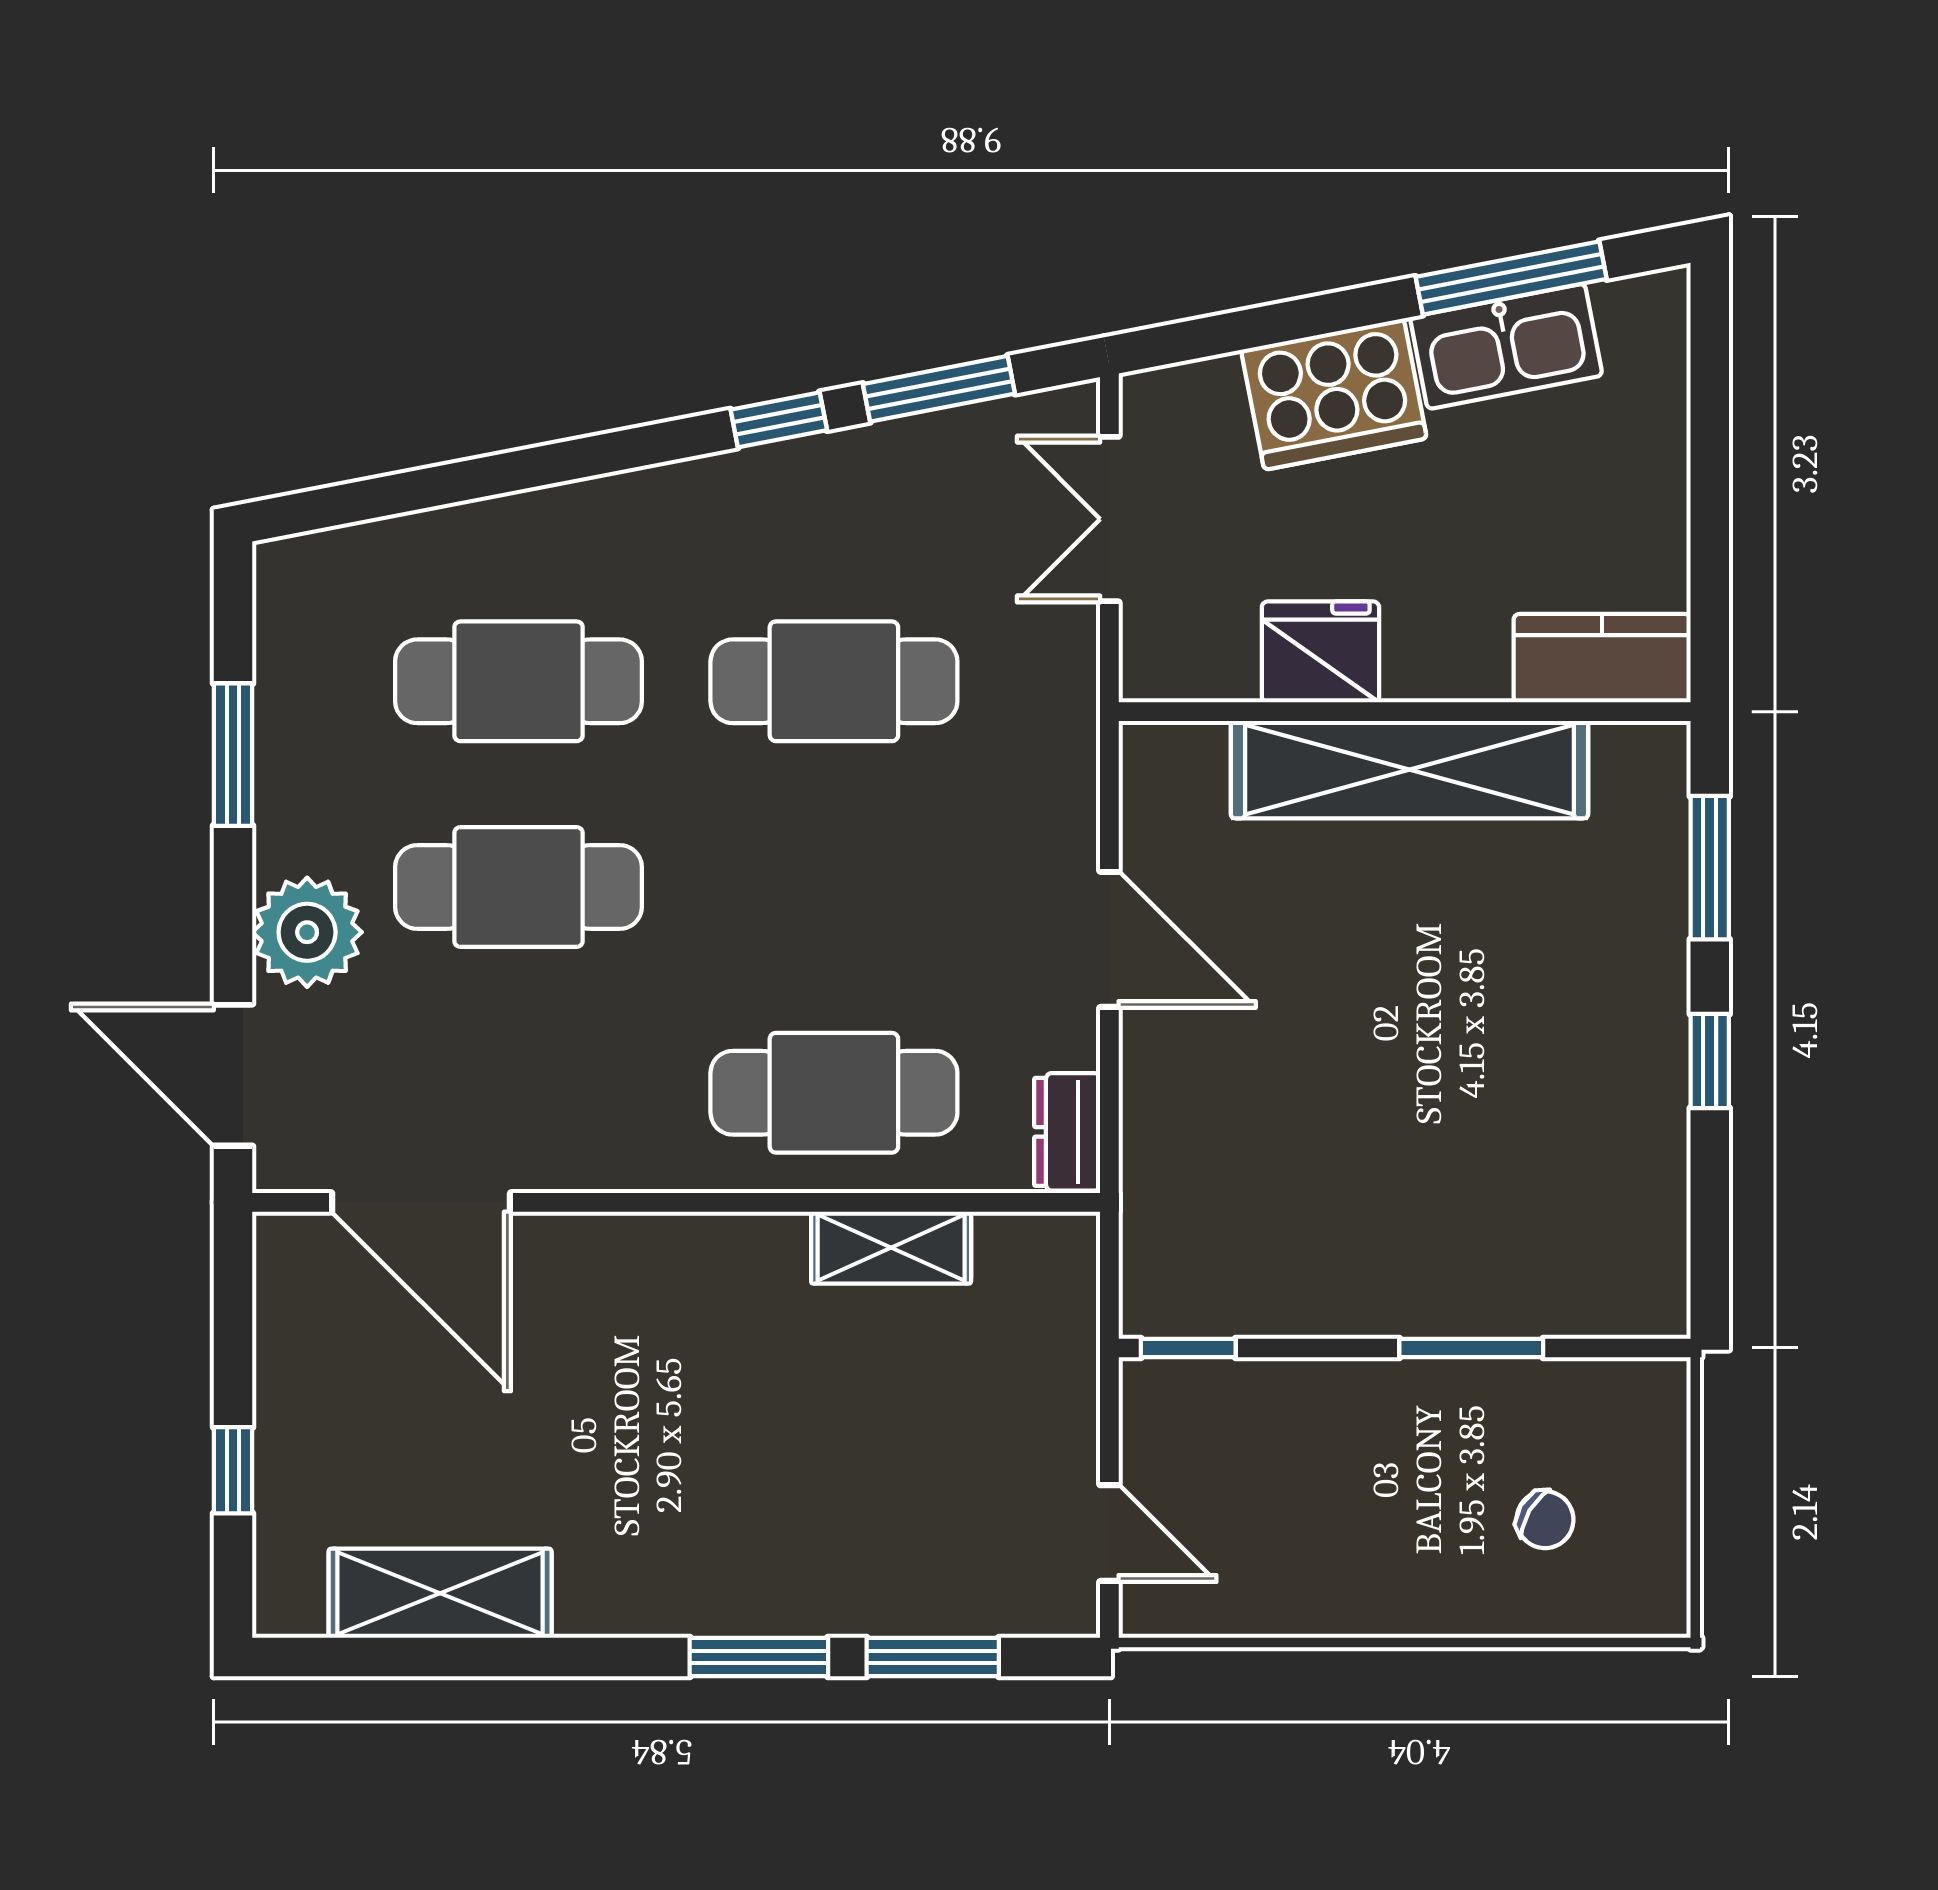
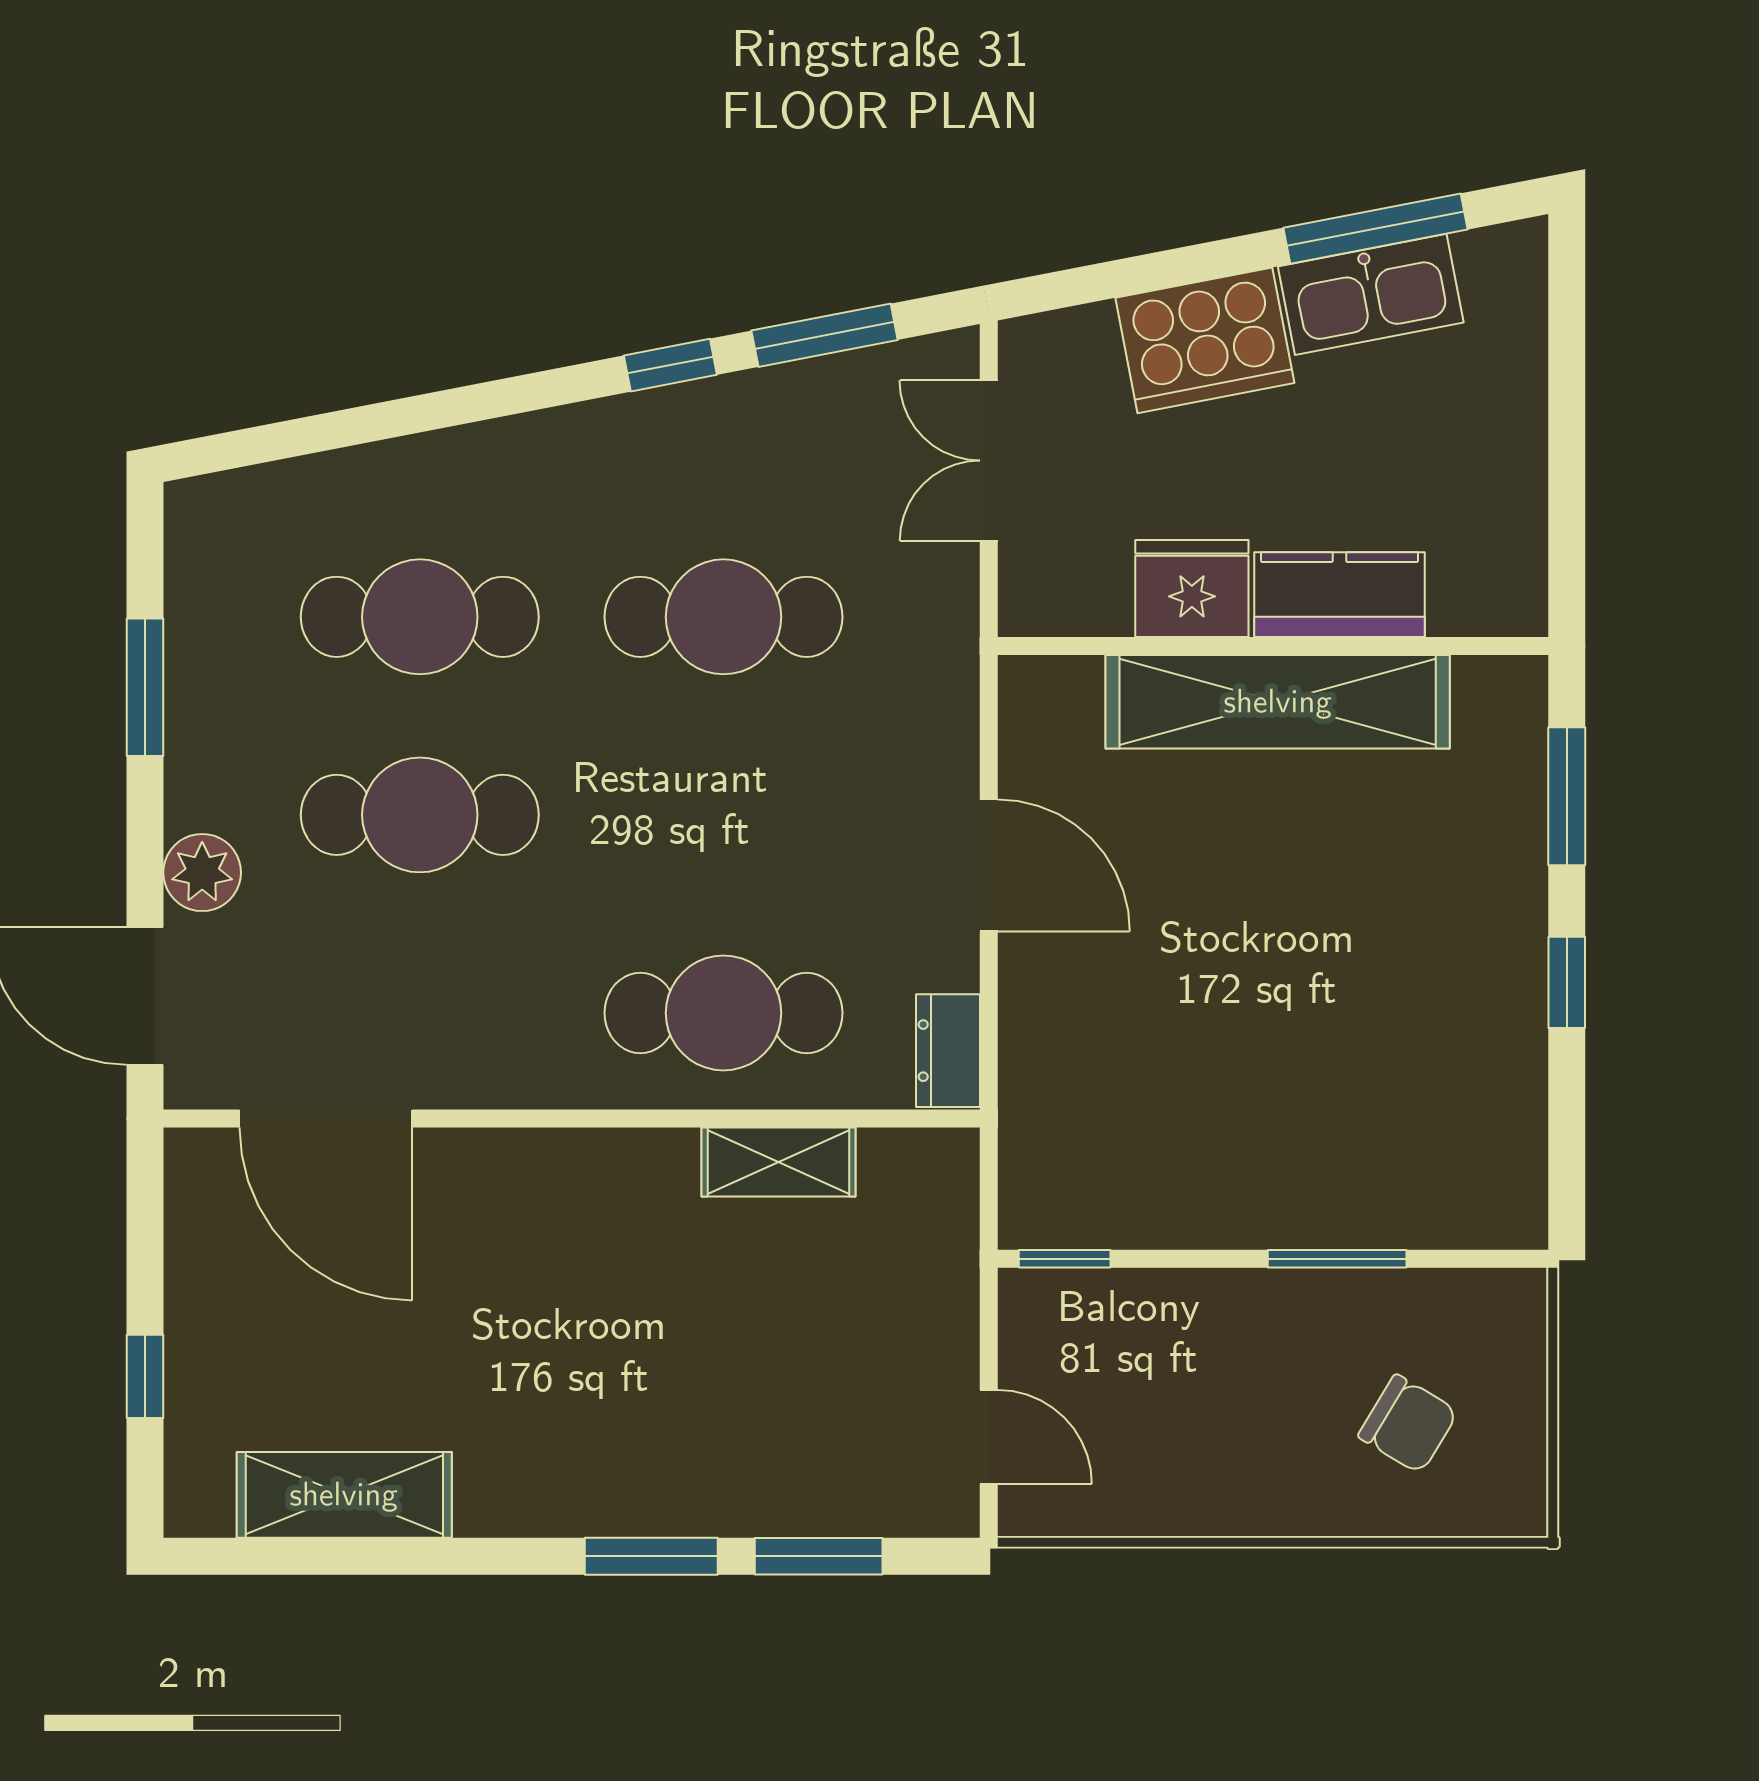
kitchen counter: (1602, 658) -> (1339, 595), moved
plant: (307, 932) -> (202, 873), width x0.73, depth x0.73
chair: (1545, 1520) -> (1408, 1424), width x1.37, depth x1.37

